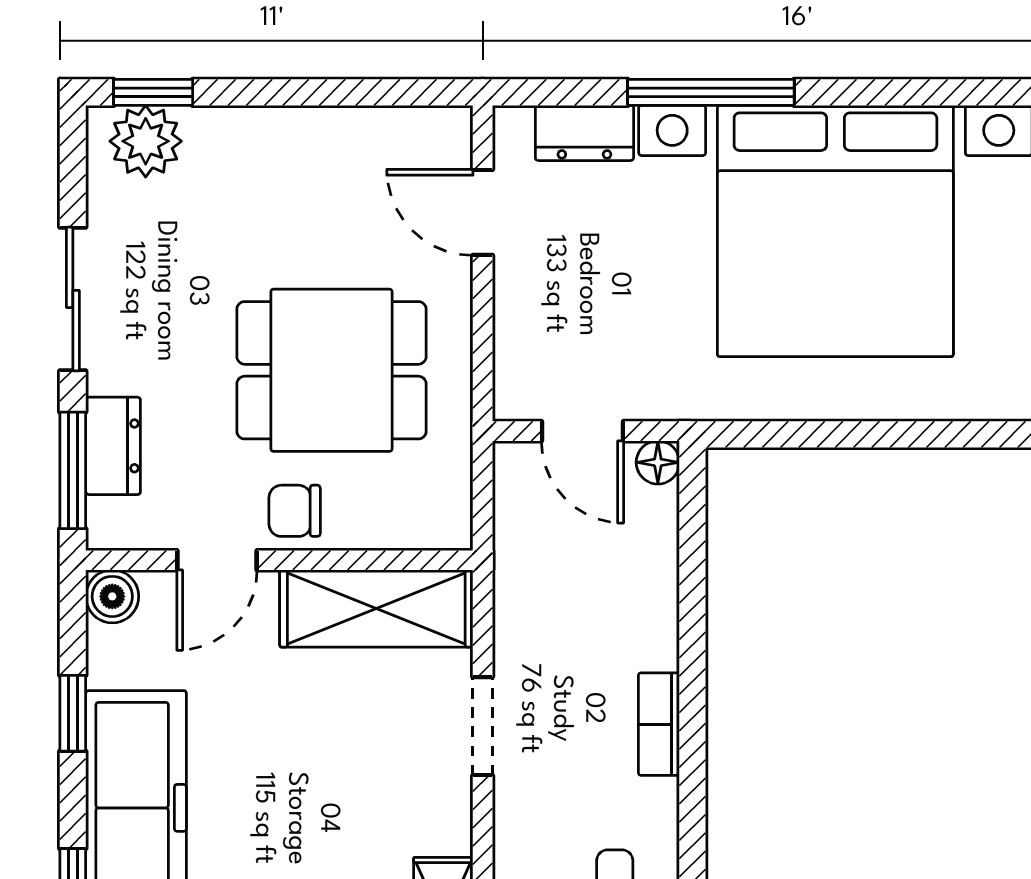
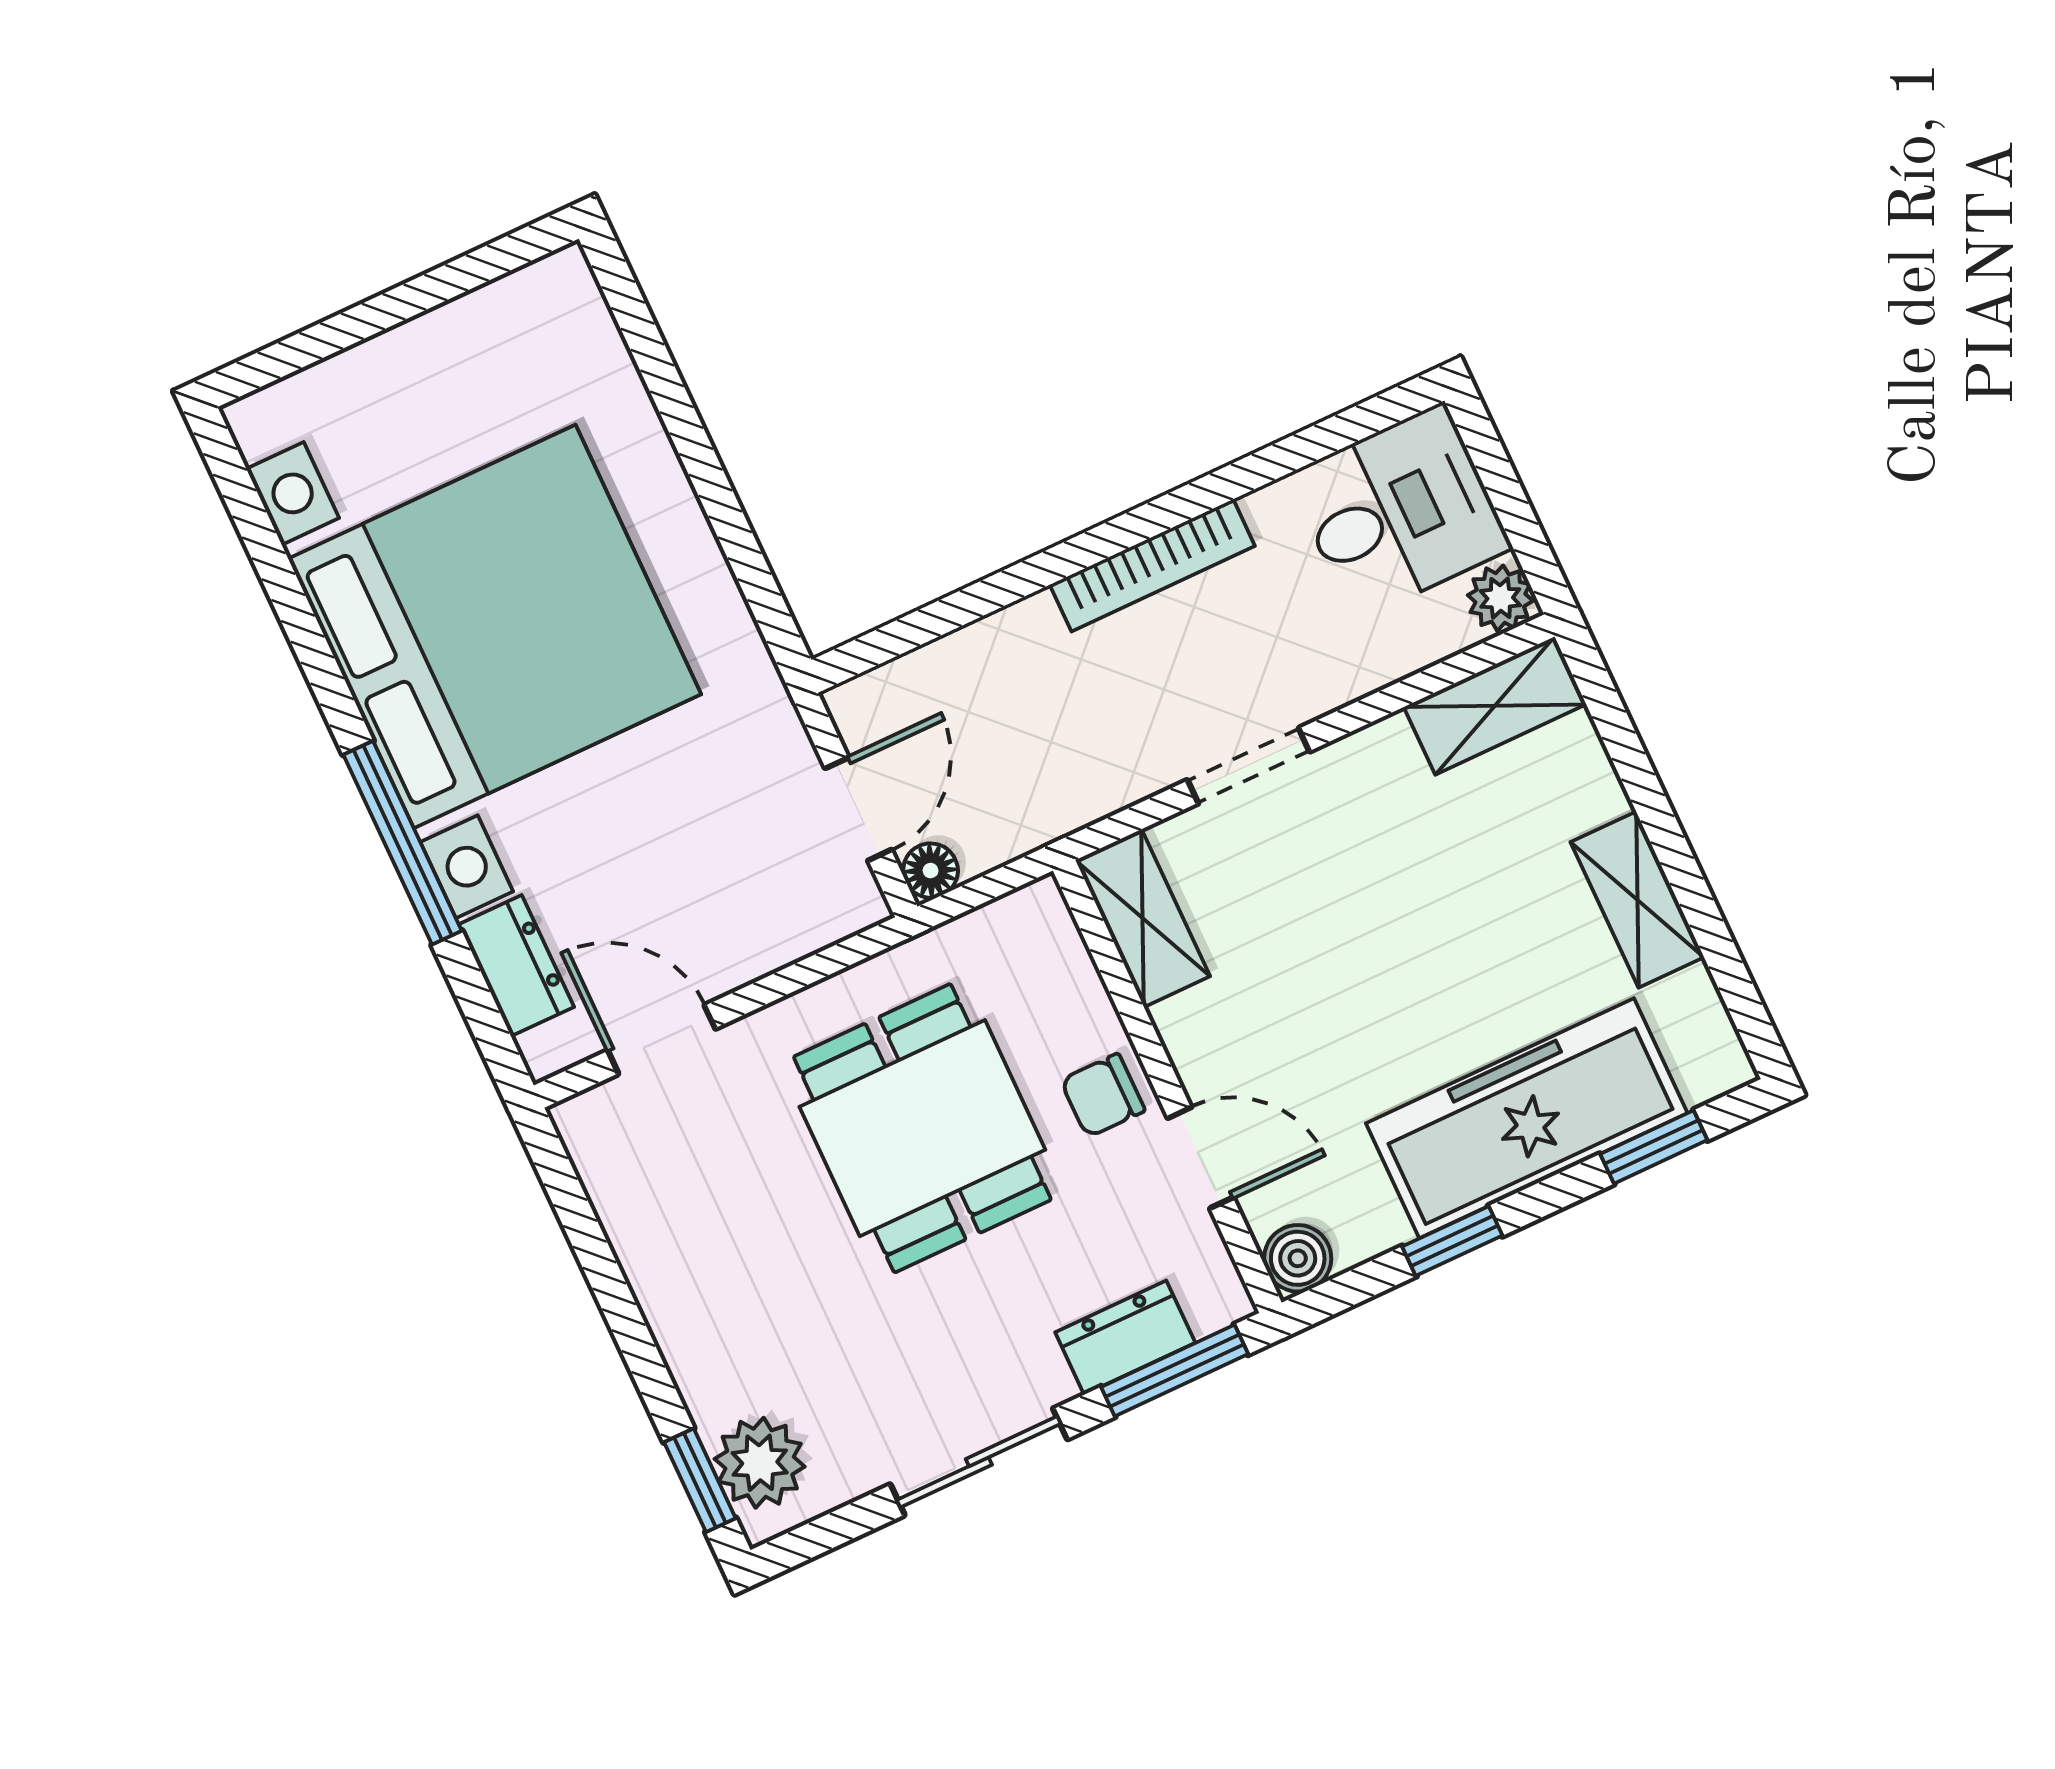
door: (483, 212) -> (661, 1040), swing flipped
floor lamp: (658, 462) -> (931, 871), moved
chair: (295, 511) -> (1103, 1095), turned 90
shelving: (376, 609) -> (1143, 918), width x0.67, depth x0.75
bookcase: (659, 724) -> (1152, 565), width x1.56

